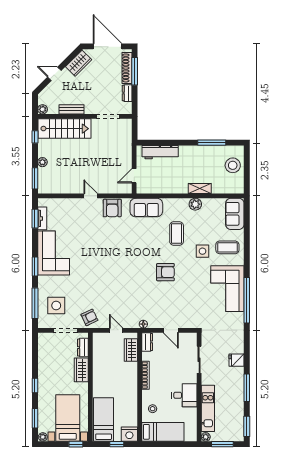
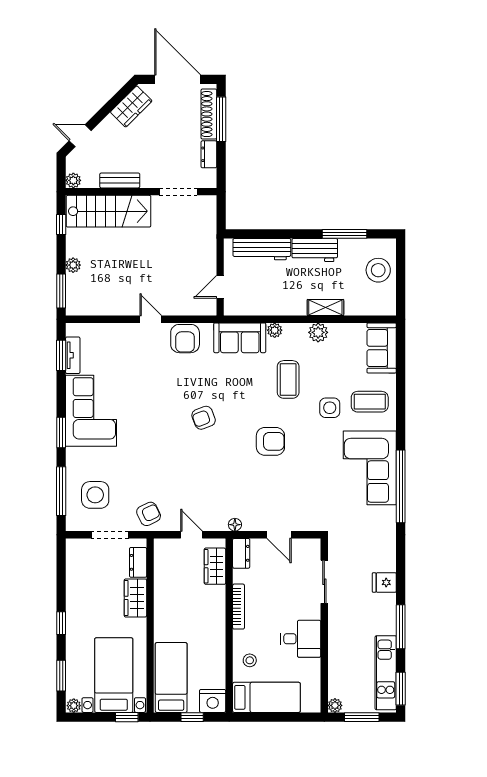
door: (54, 74) -> (80, 136), moved
workbench: (193, 153) -> (315, 250), added
plant: (168, 203) -> (275, 330), added
armchair: (124, 257) -> (204, 418), added
kitchen unit: (208, 408) -> (386, 673), moved, turned 180

